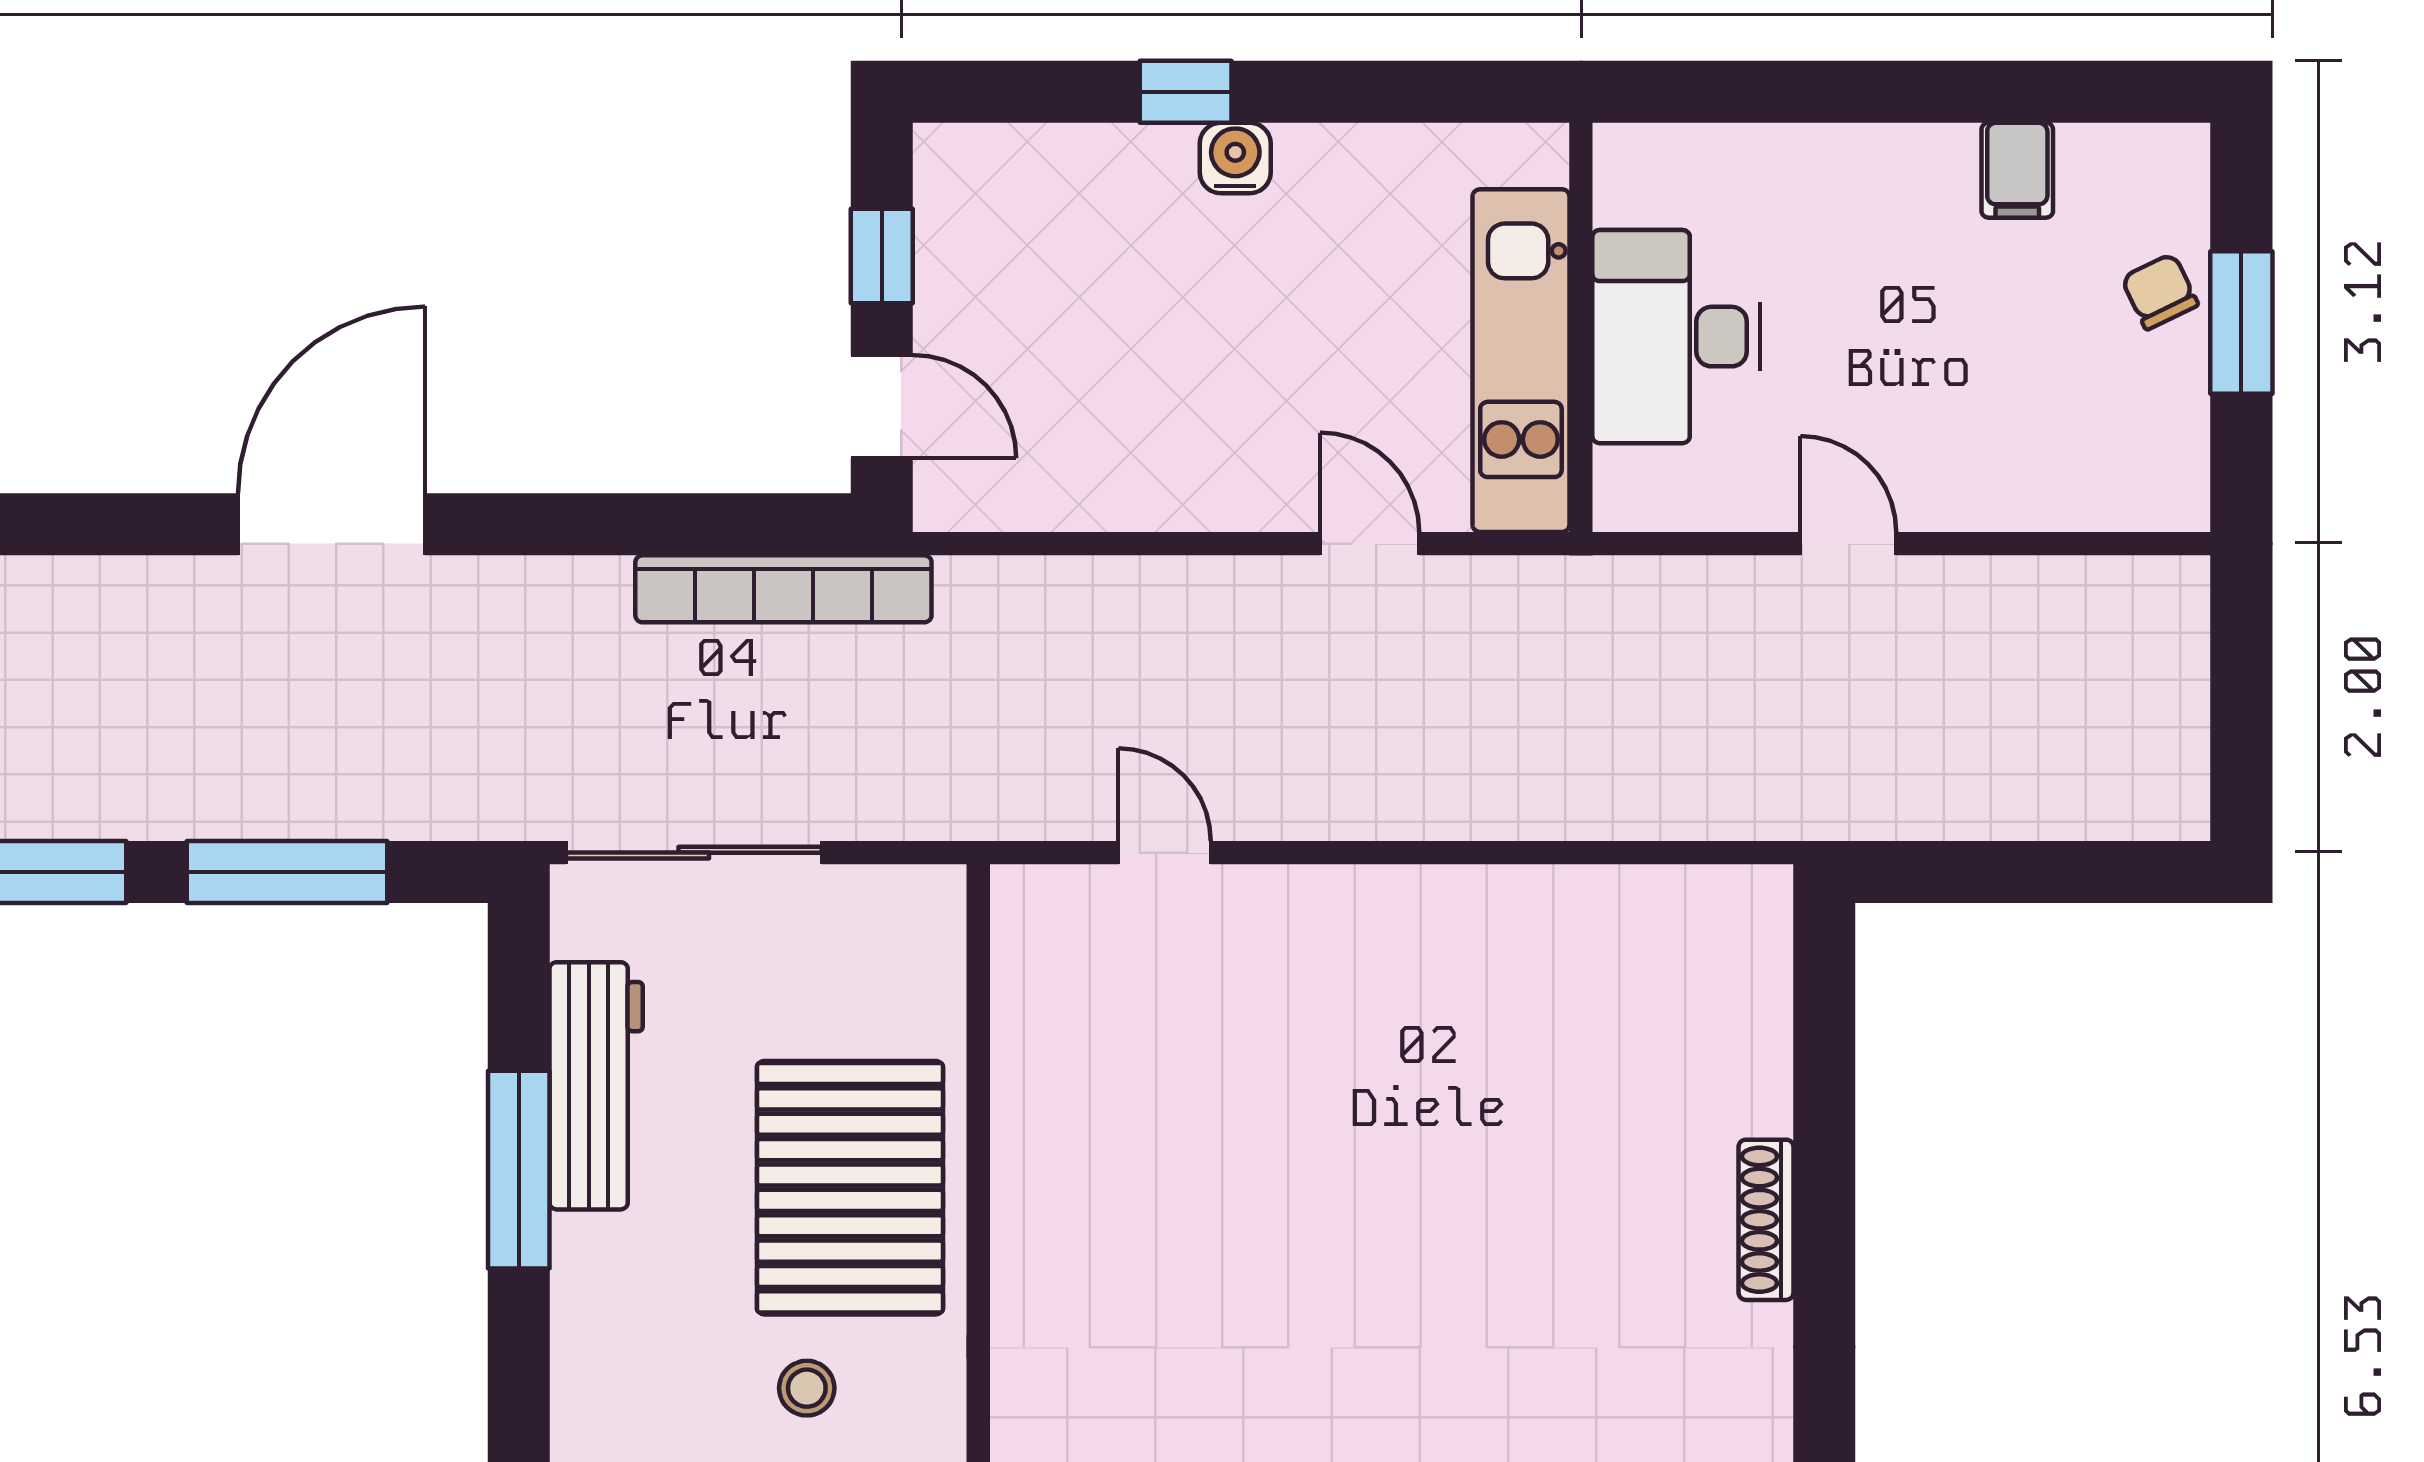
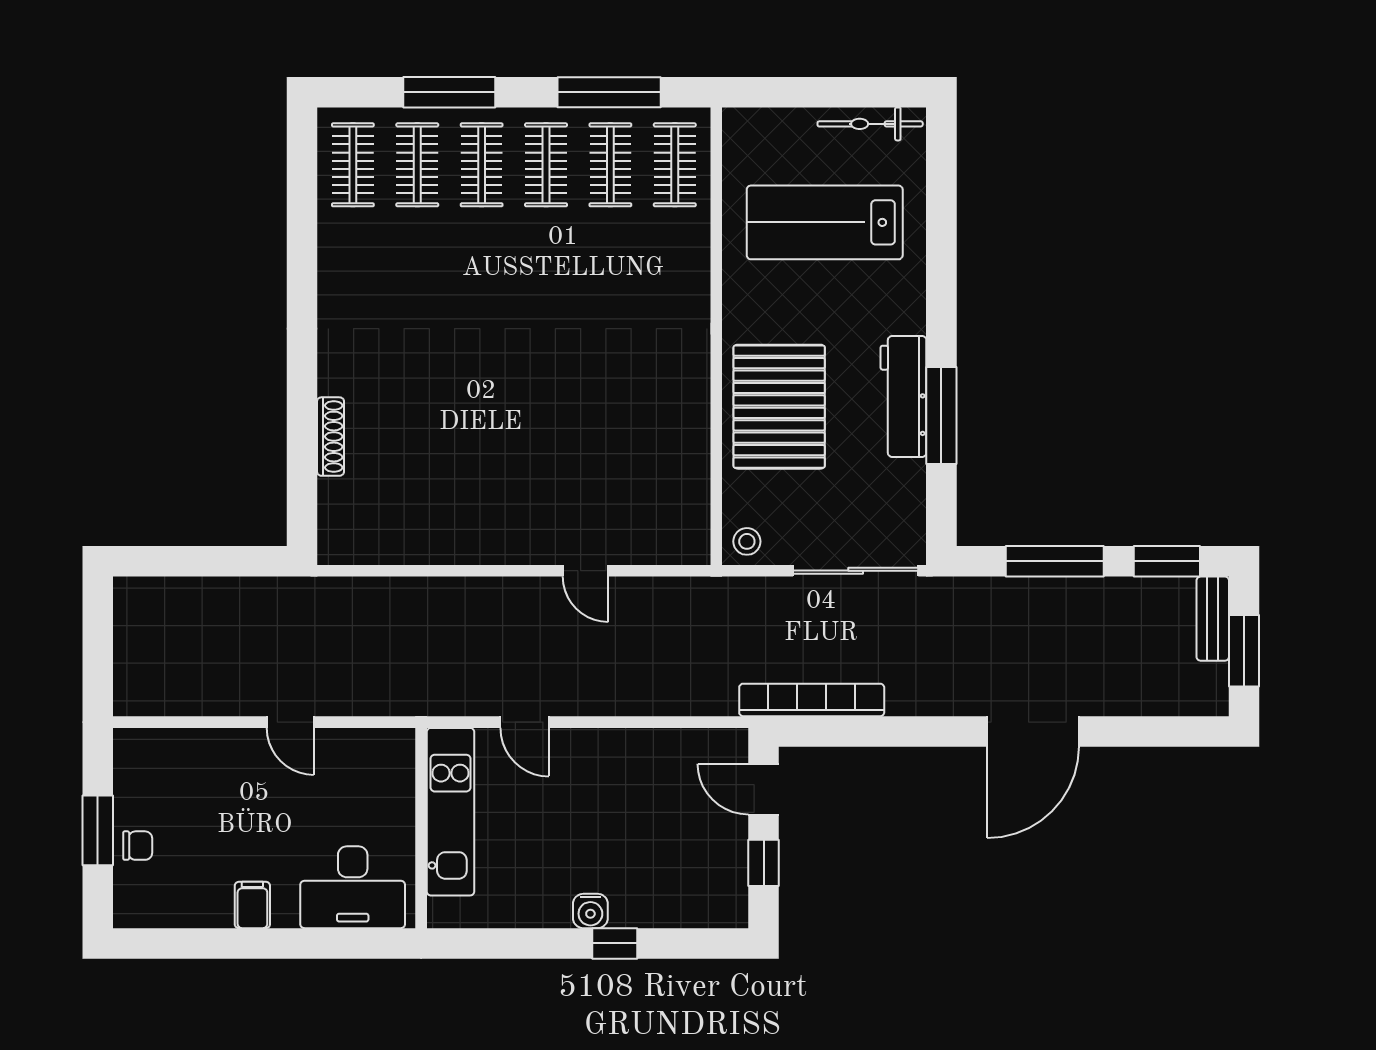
filing cabinet: (2017, 170) -> (252, 905), moved
chair: (2160, 291) -> (138, 846), turned -64
desk: (1676, 337) -> (353, 887), moved, turned 90
door: (1165, 853) -> (585, 571), moved
workbench: (596, 1086) -> (903, 396), moved
shoe rack: (1766, 1220) -> (330, 437), moved
stool: (807, 1388) -> (747, 541), moved

